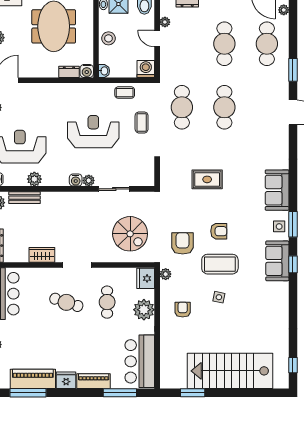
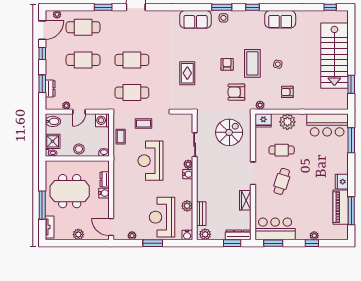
water cooler: (87, 71) -> (104, 193), moved
sofa: (277, 261) -> (280, 19), moved
piano: (94, 381) -> (342, 161), removed

